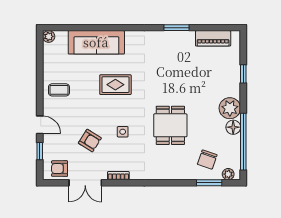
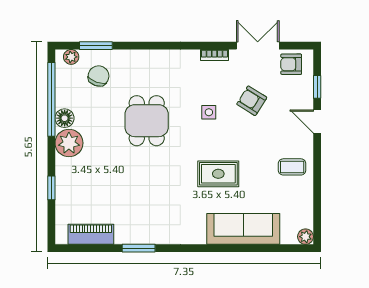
armchair: (60, 169) -> (291, 64), turned 180

